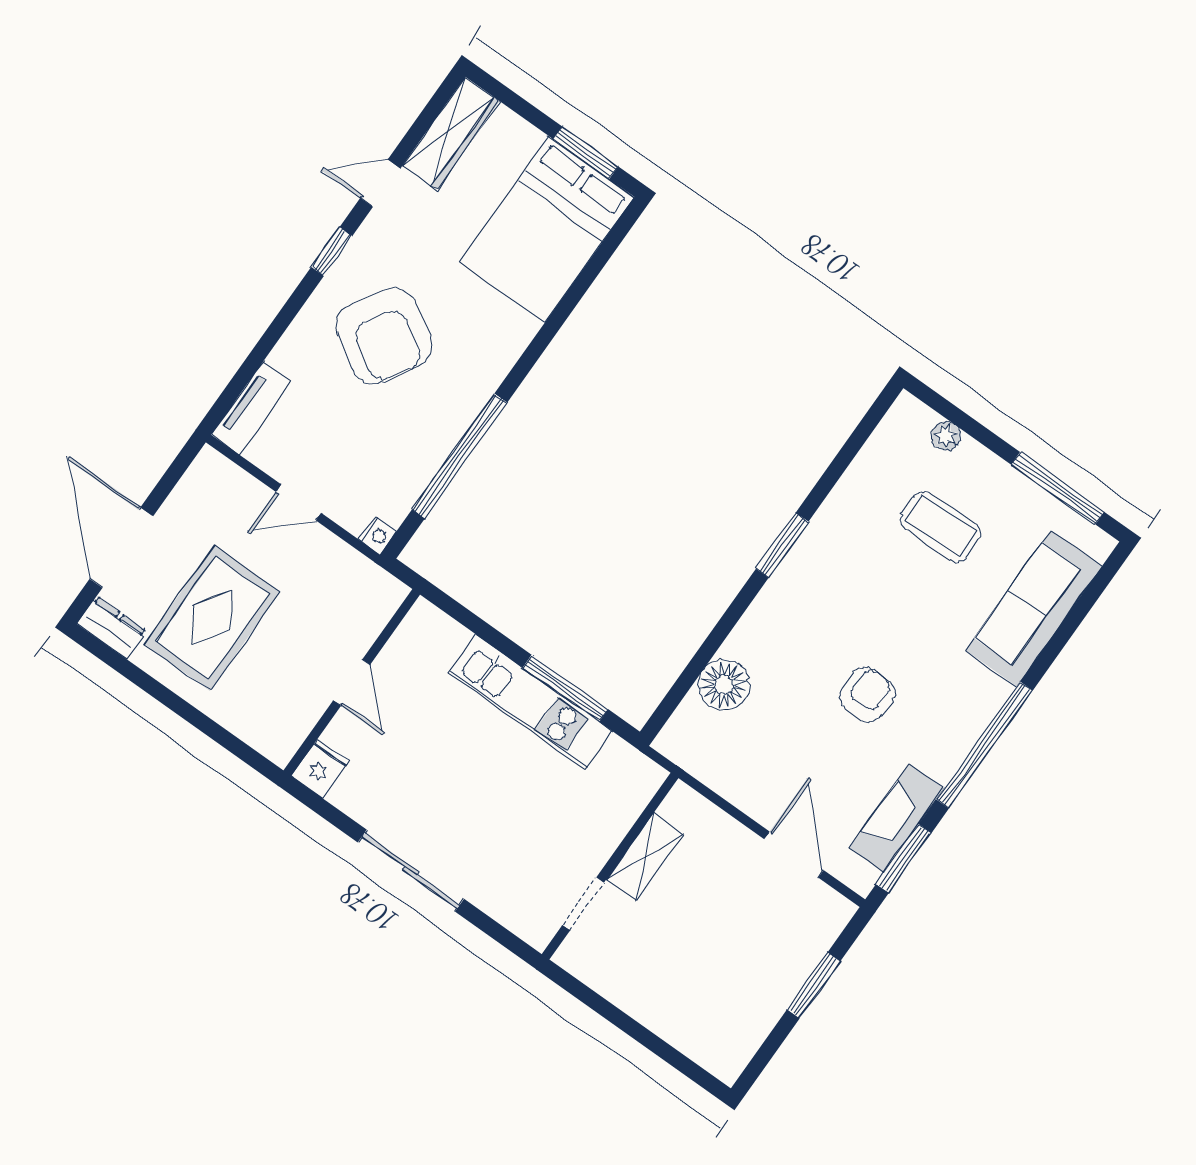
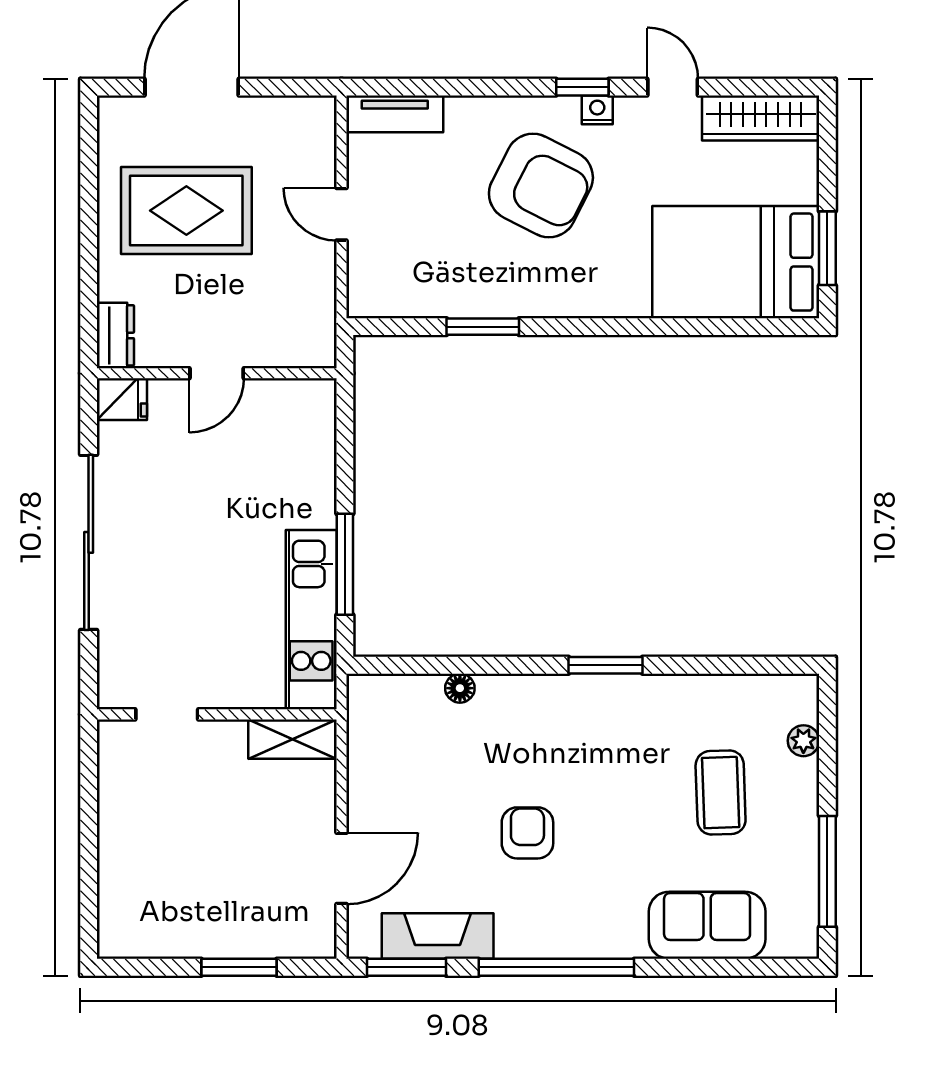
armchair: (384, 336) -> (541, 186), turned -95
window: (460, 456) -> (483, 327), width x0.47
nightstand: (377, 535) -> (597, 110), moved, turned 180
sofa: (1034, 608) -> (707, 925), width x0.73
dresser: (112, 627) -> (115, 335), moved
floor lamp: (724, 685) -> (460, 688), width x0.53, depth x0.53
armchair: (867, 695) -> (527, 833), turned -90
kitchen unit: (530, 702) -> (311, 620), moved
shelving: (645, 857) -> (292, 739), moved
sliding door: (411, 871) -> (89, 542), width x1.36

